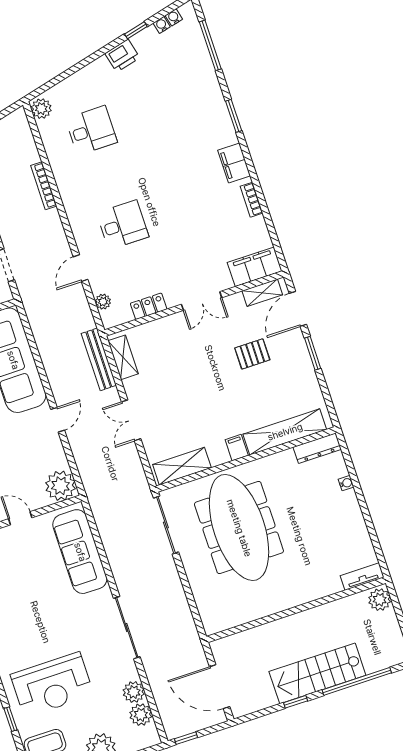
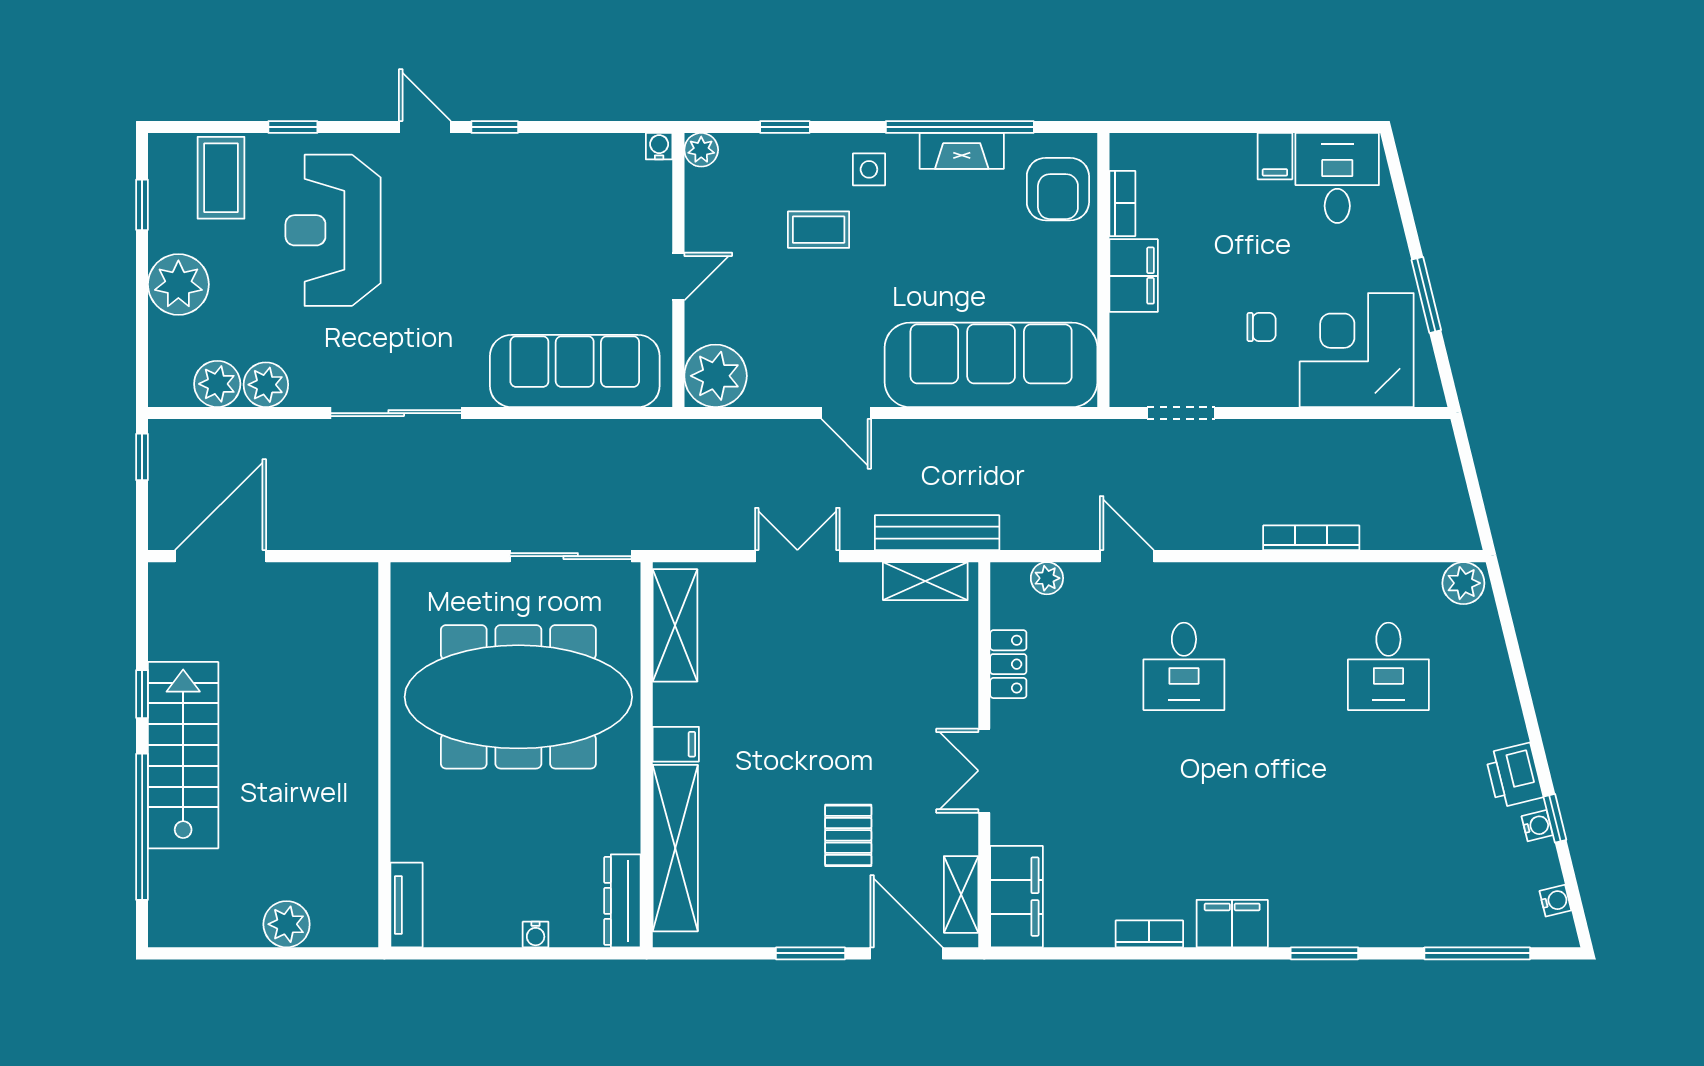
water cooler: (162, 25) -> (1537, 826), moved
tv unit: (362, 577) -> (406, 905), moved
wall: (296, 610) -> (384, 755), moved

